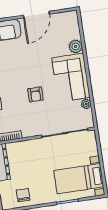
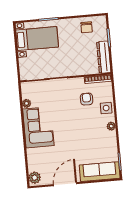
plant: (76, 46) -> (35, 178), moved
armchair: (35, 94) -> (87, 99), moved

